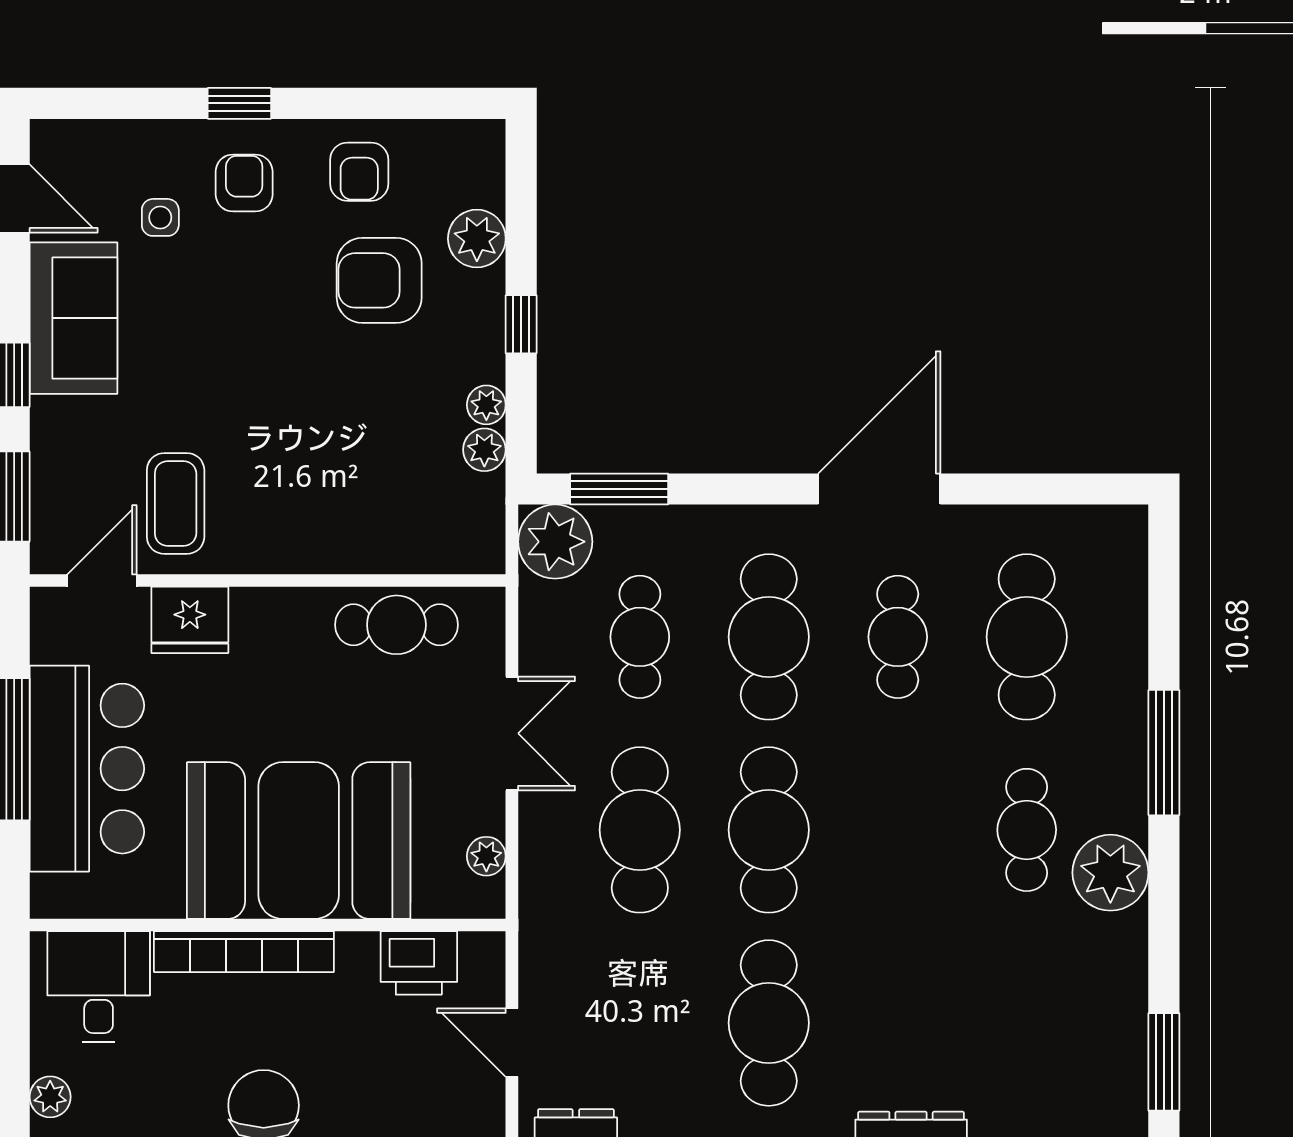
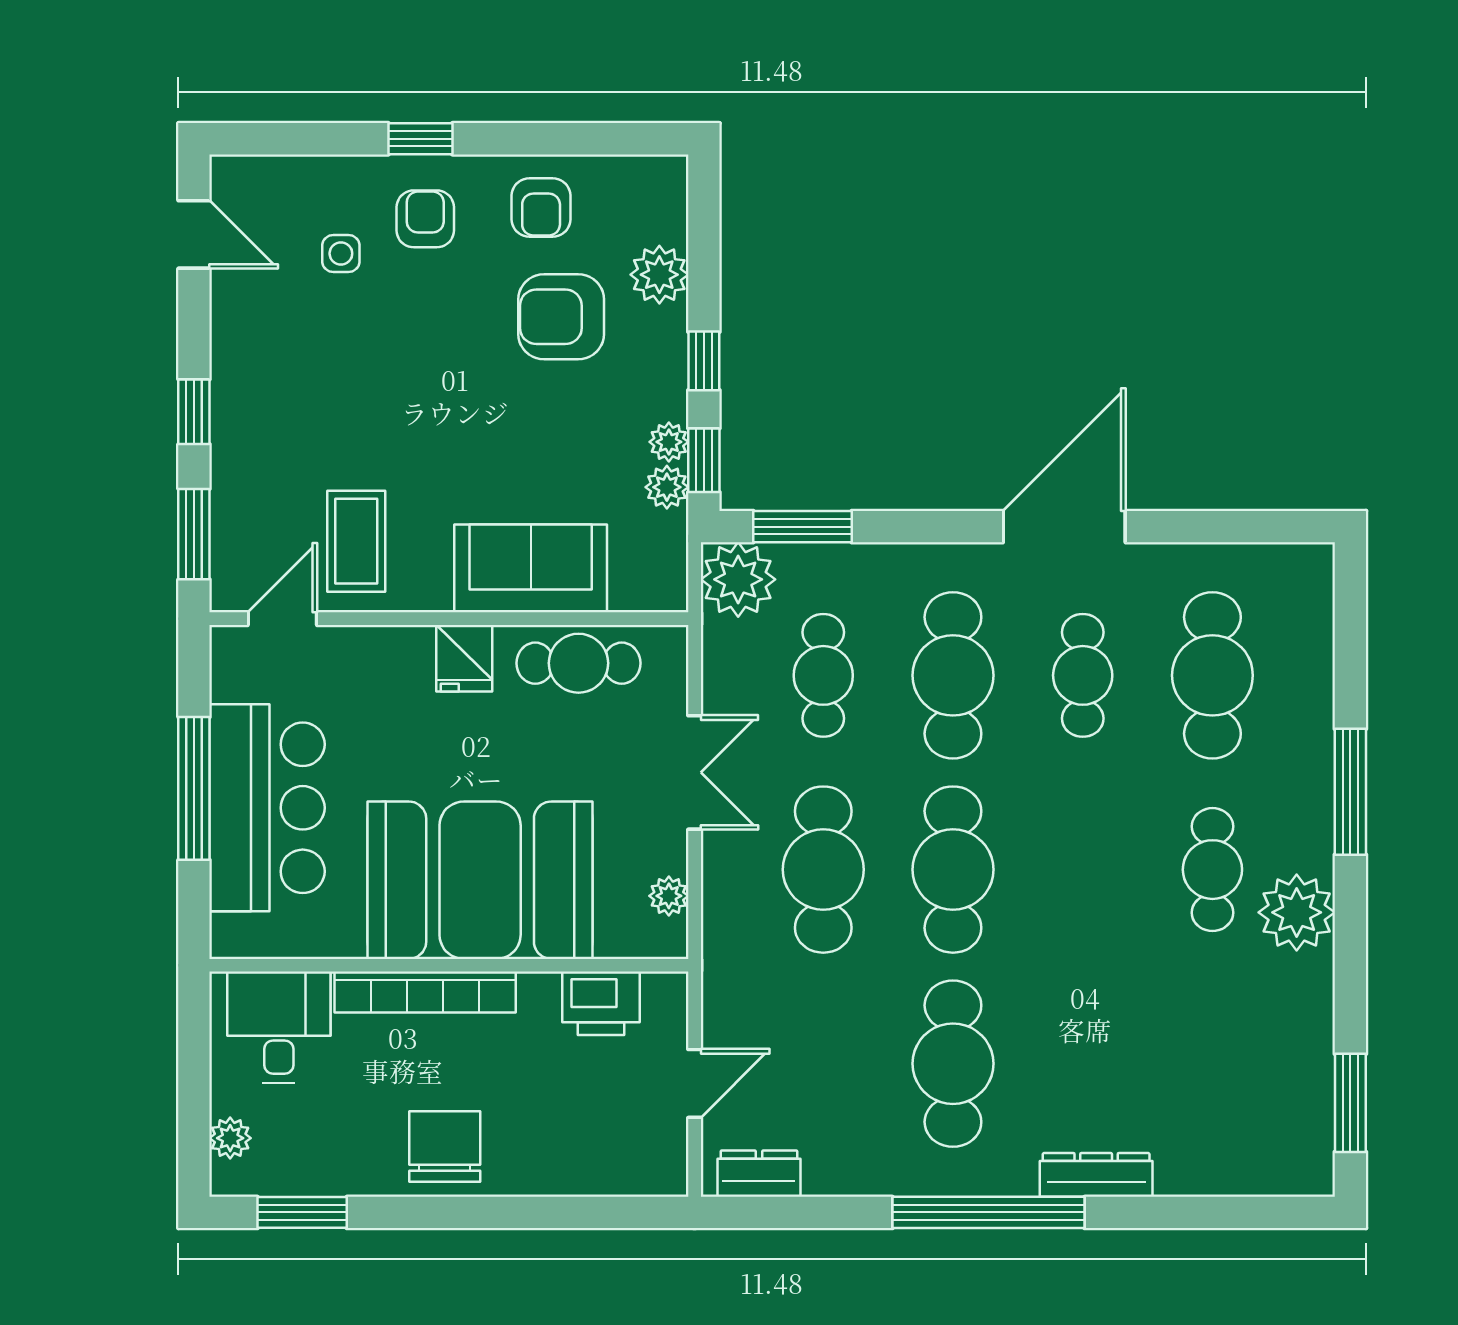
sofa: (73, 318) -> (531, 568), moved, turned -90
window: (521, 423) -> (704, 460), added
fridge: (190, 620) -> (464, 658), moved, width x0.72
door: (512, 1043) -> (695, 1083), swing flipped

